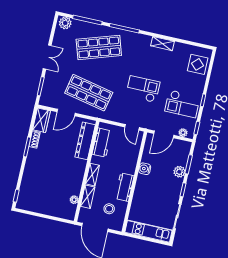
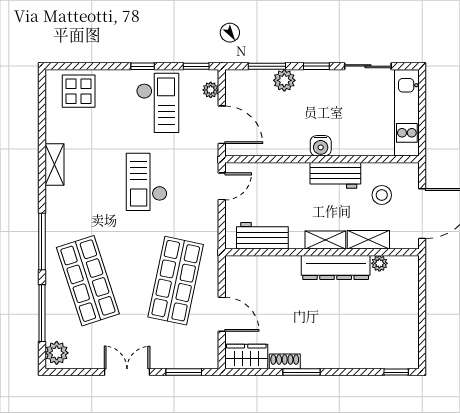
dresser: (85, 141) -> (336, 267), moved
water cooler: (145, 169) -> (321, 146), moved

